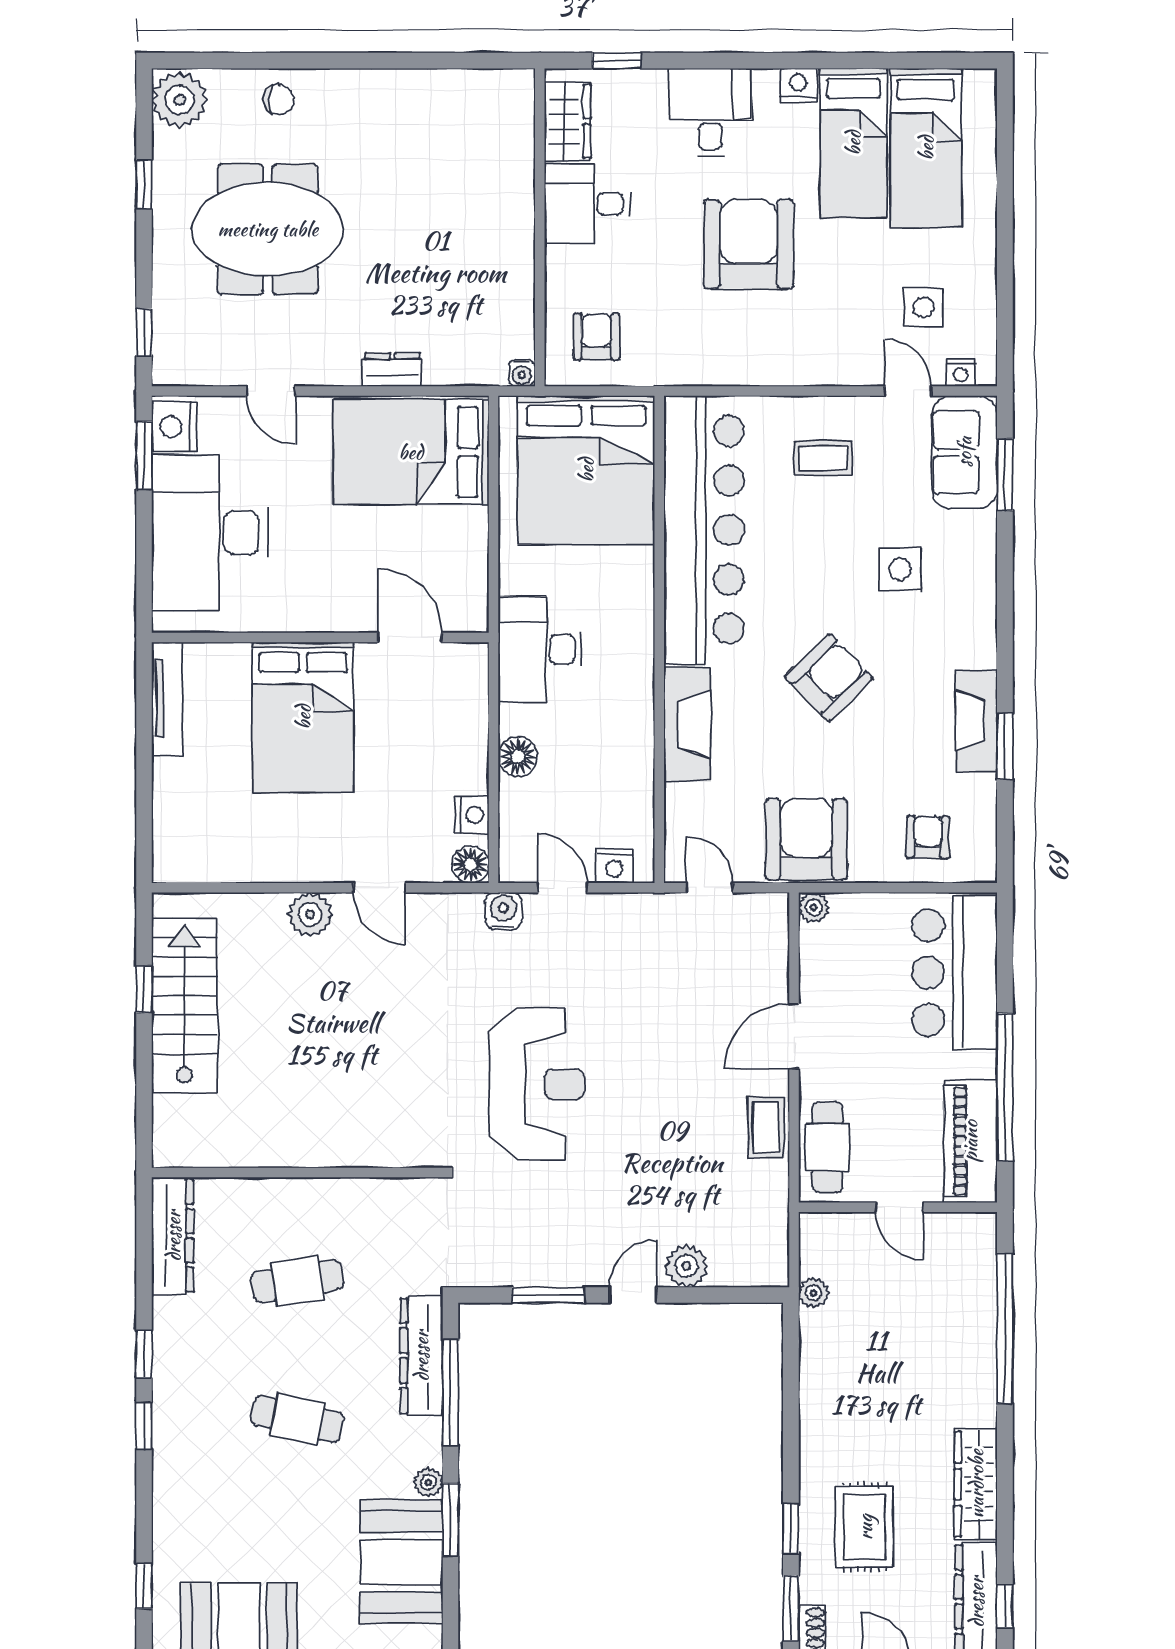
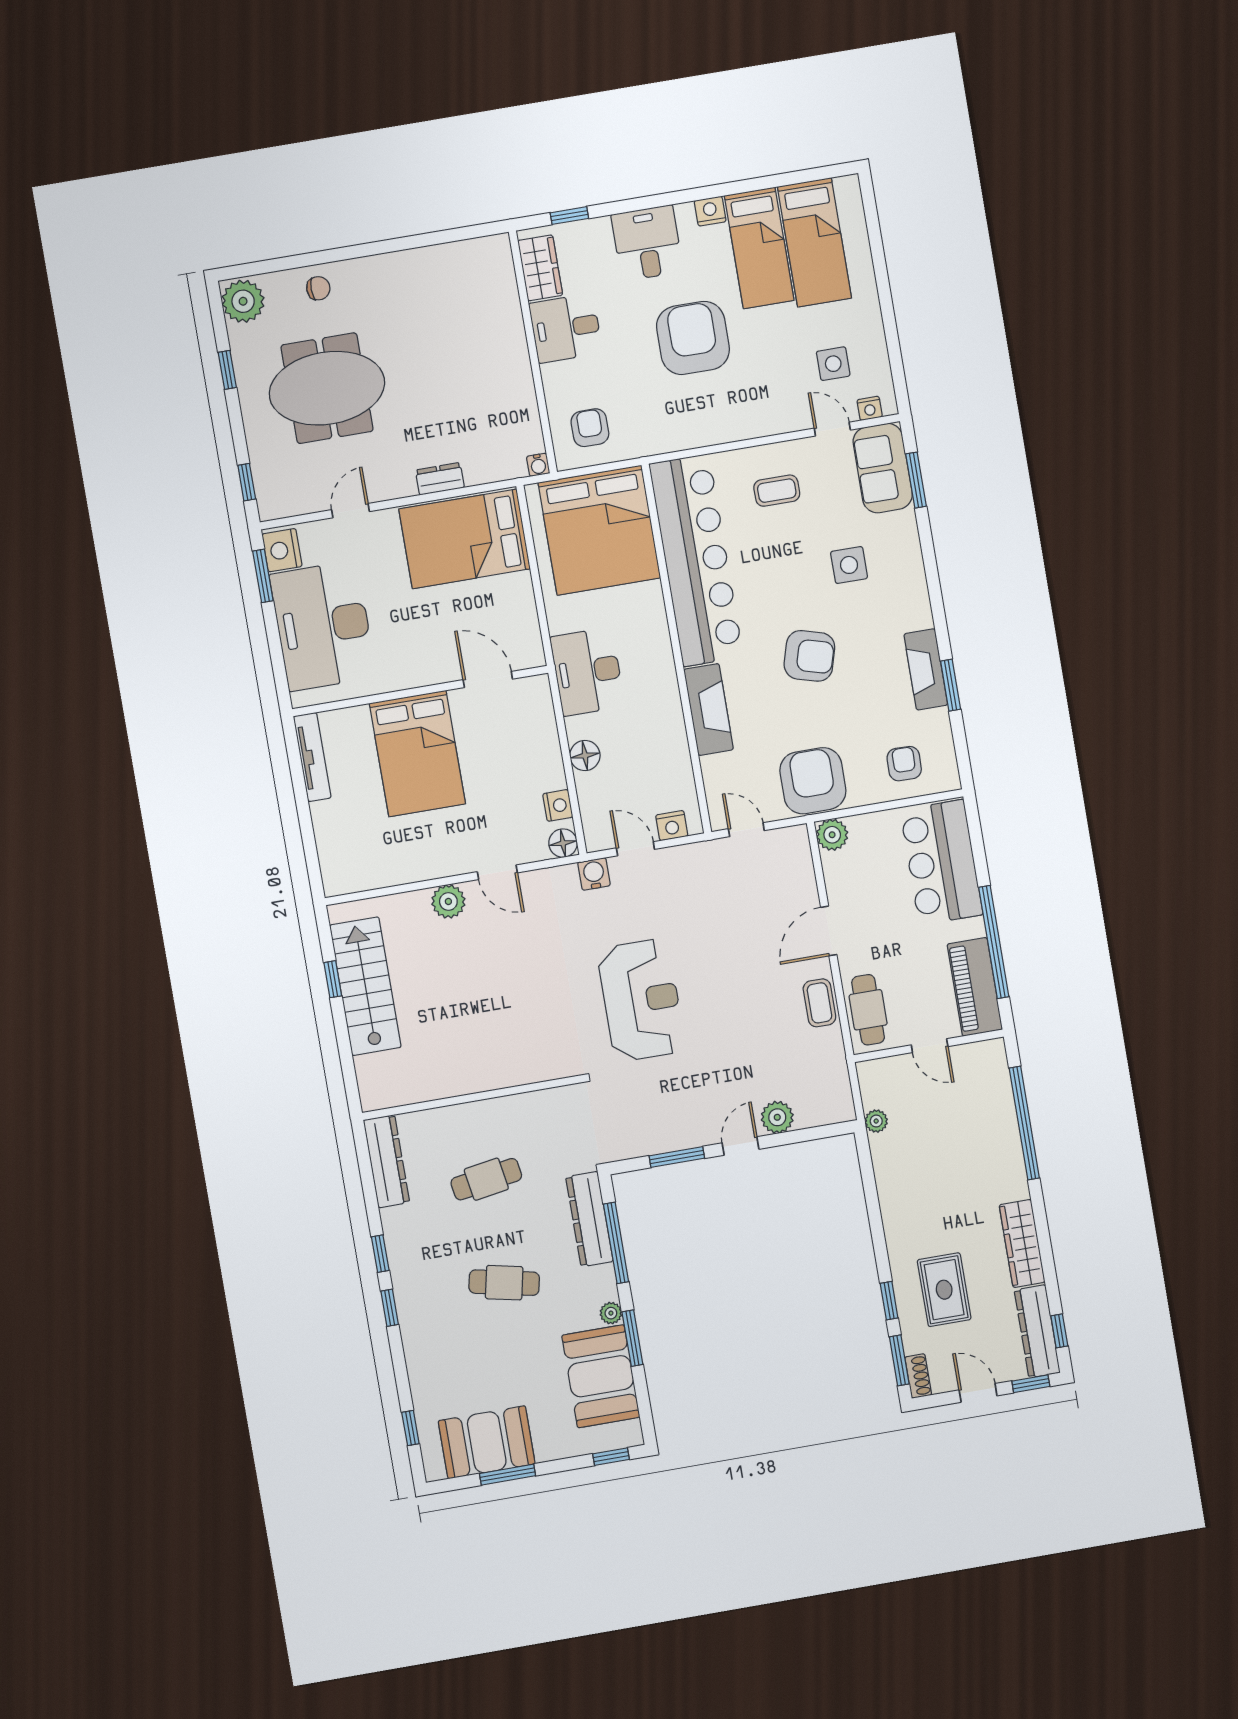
door: (271, 391) -> (351, 511), swing flipped
armchair: (829, 678) -> (809, 656), turned 60
plant: (814, 907) -> (832, 835), width x1.38, depth x1.38

